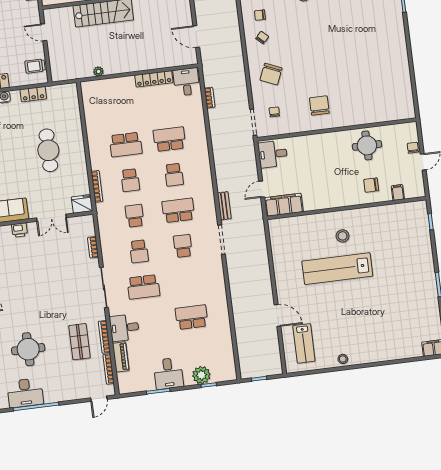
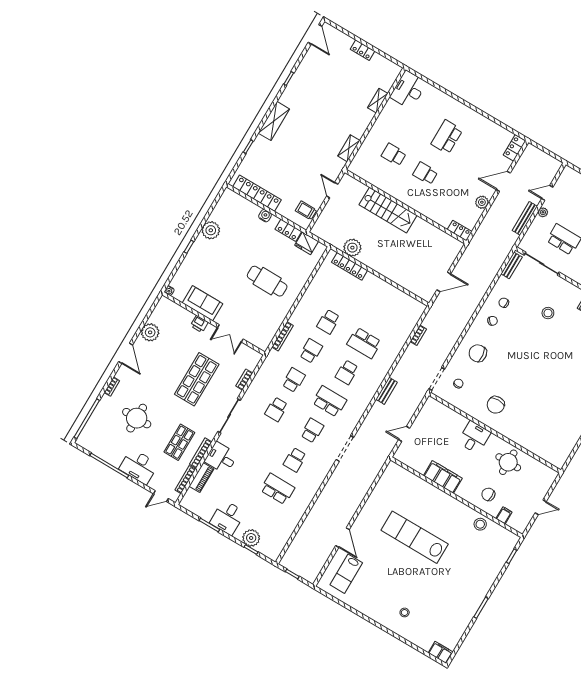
door: (196, 37) -> (444, 282), swing flipped
plant: (98, 71) -> (352, 248), width x1.88, depth x1.88
chair: (271, 74) -> (478, 353), turned 60
locker: (154, 79) -> (349, 266), moved
desk: (186, 82) -> (410, 310), removed
chair: (319, 106) -> (496, 405), turned 180
school desk: (169, 139) -> (364, 343), turned 180
school desk: (126, 145) -> (328, 322), width x0.54
chair: (413, 148) -> (541, 491), removed
cafe table: (48, 150) -> (267, 281), turned 90
desk: (273, 154) -> (474, 437), moved, turned 90
school desk: (130, 180) -> (311, 351), turned 180
fridge: (82, 204) -> (307, 243), moved, turned 180
filing cabinet: (284, 205) -> (443, 477), moved
bench: (224, 206) -> (387, 391), moved
stool: (343, 236) -> (480, 524), moved
shop shelf: (53, 278) -> (197, 379), added
school desk: (143, 287) -> (295, 460), moved, width x0.54
stool: (343, 359) -> (405, 612), moved
desk: (25, 393) -> (139, 467), moved

